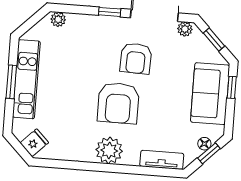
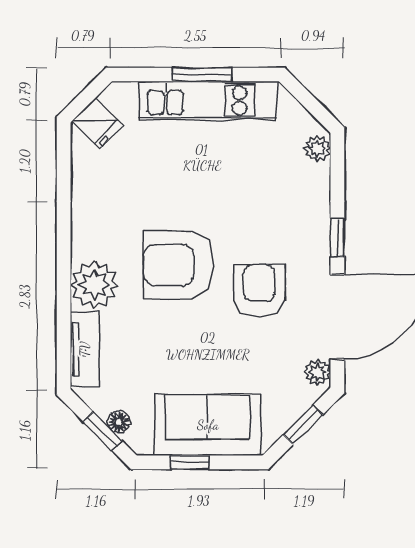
armchair: (136, 58) -> (259, 290), turned 88
window: (232, 87) -> (190, 462), moved
plant: (109, 150) -> (94, 285), moved

